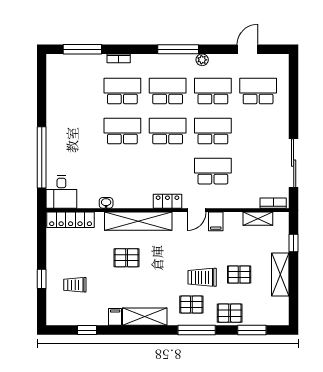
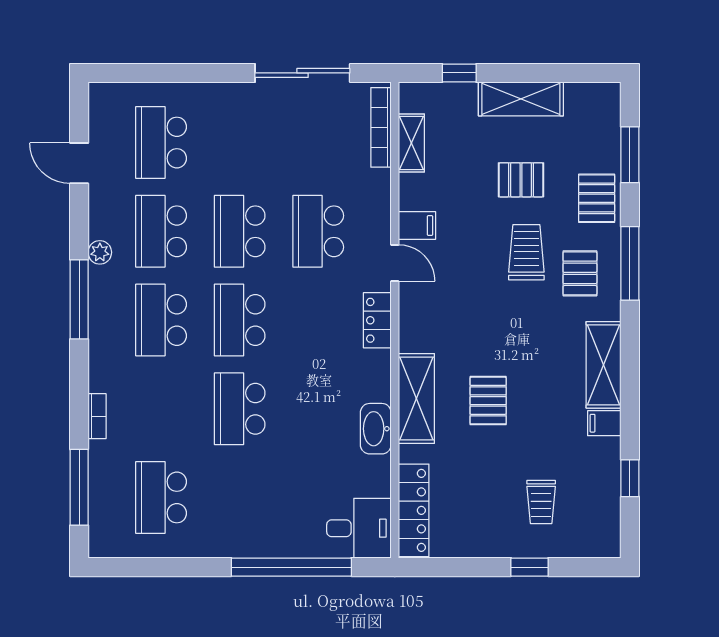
school desk: (122, 91) -> (161, 497), moved
washbasin: (106, 203) -> (376, 429), width x1.91, depth x1.45
bookcase: (273, 203) -> (381, 127), width x1.56
shelving: (138, 221) -> (416, 399), width x0.68
pallet: (239, 275) -> (521, 180), turned 90
trolley: (202, 277) -> (526, 252), turned 180

